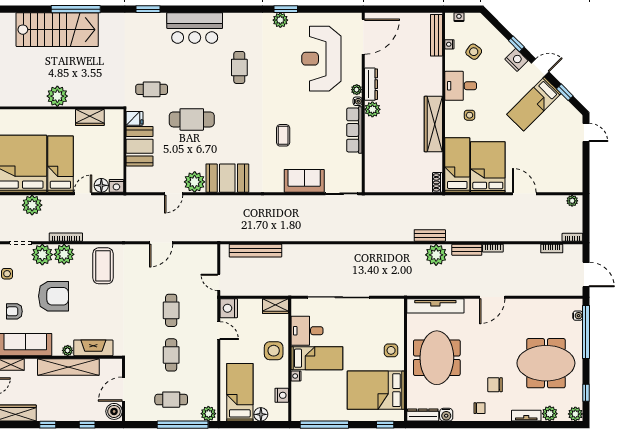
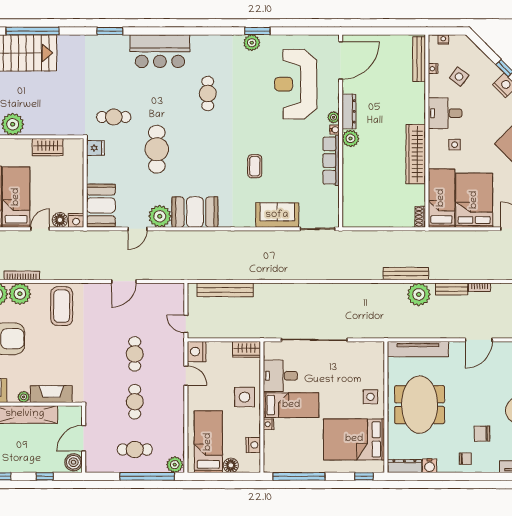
cafe table: (192, 119) -> (157, 149), turned 90
booth: (140, 146) -> (101, 205), moved
bench: (430, 235) -> (406, 274), width x1.36

